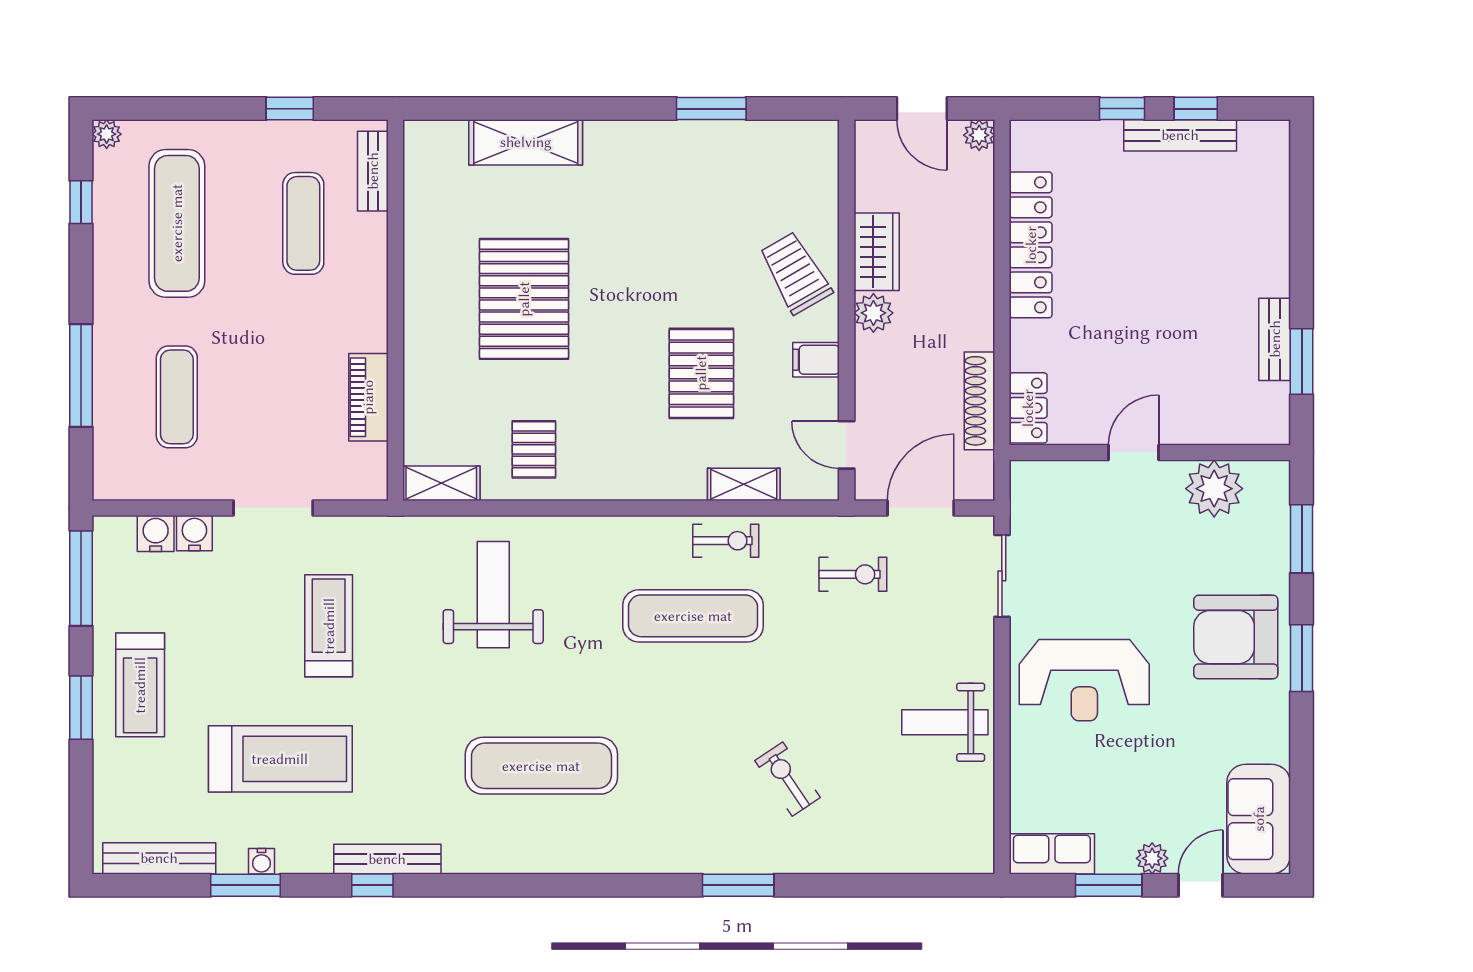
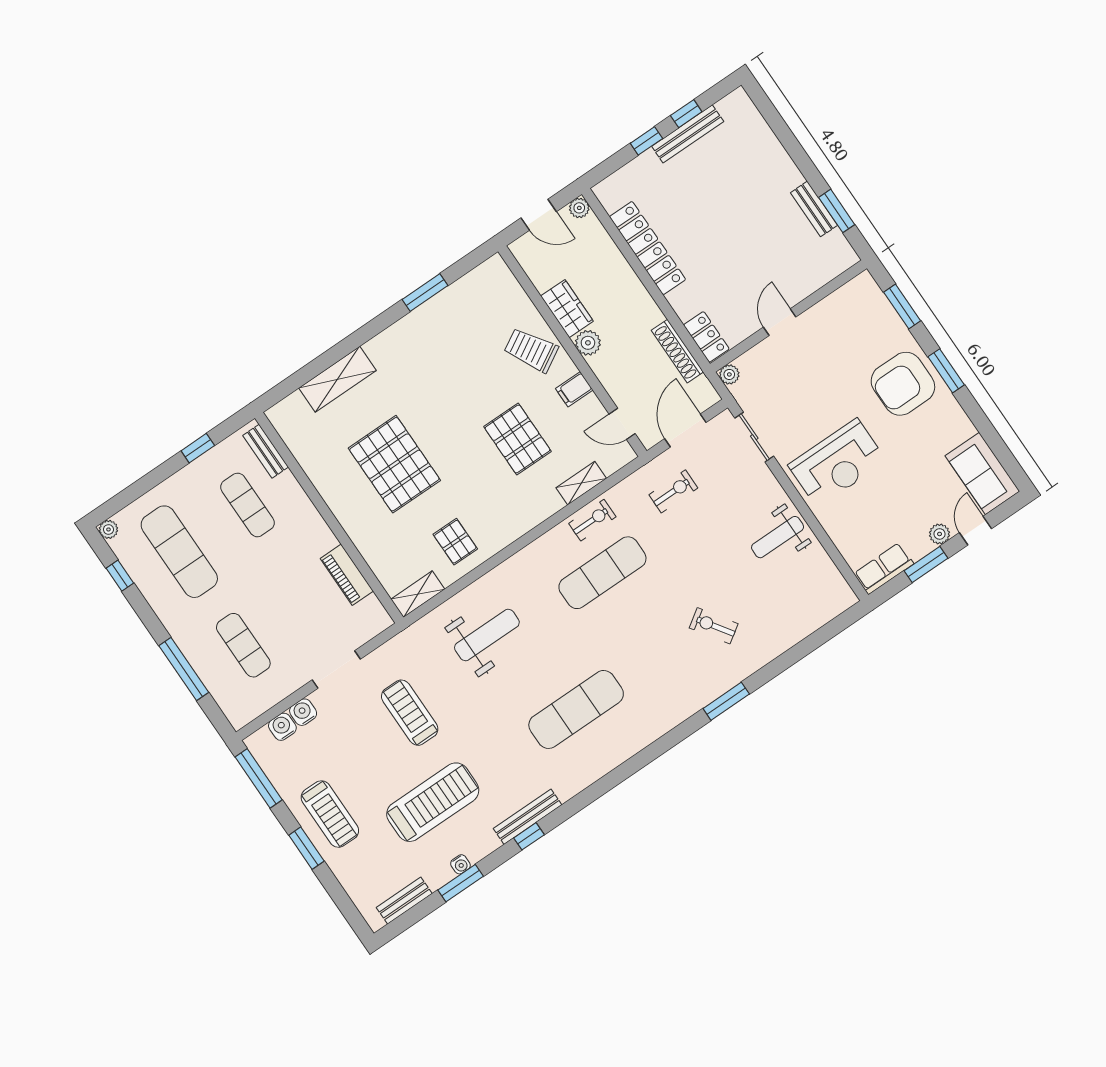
plant: (1214, 489) -> (729, 374), moved, width x0.53, depth x0.53
weight bench: (493, 595) -> (487, 635), turned 90
bench: (159, 858) -> (404, 901), width x0.73

